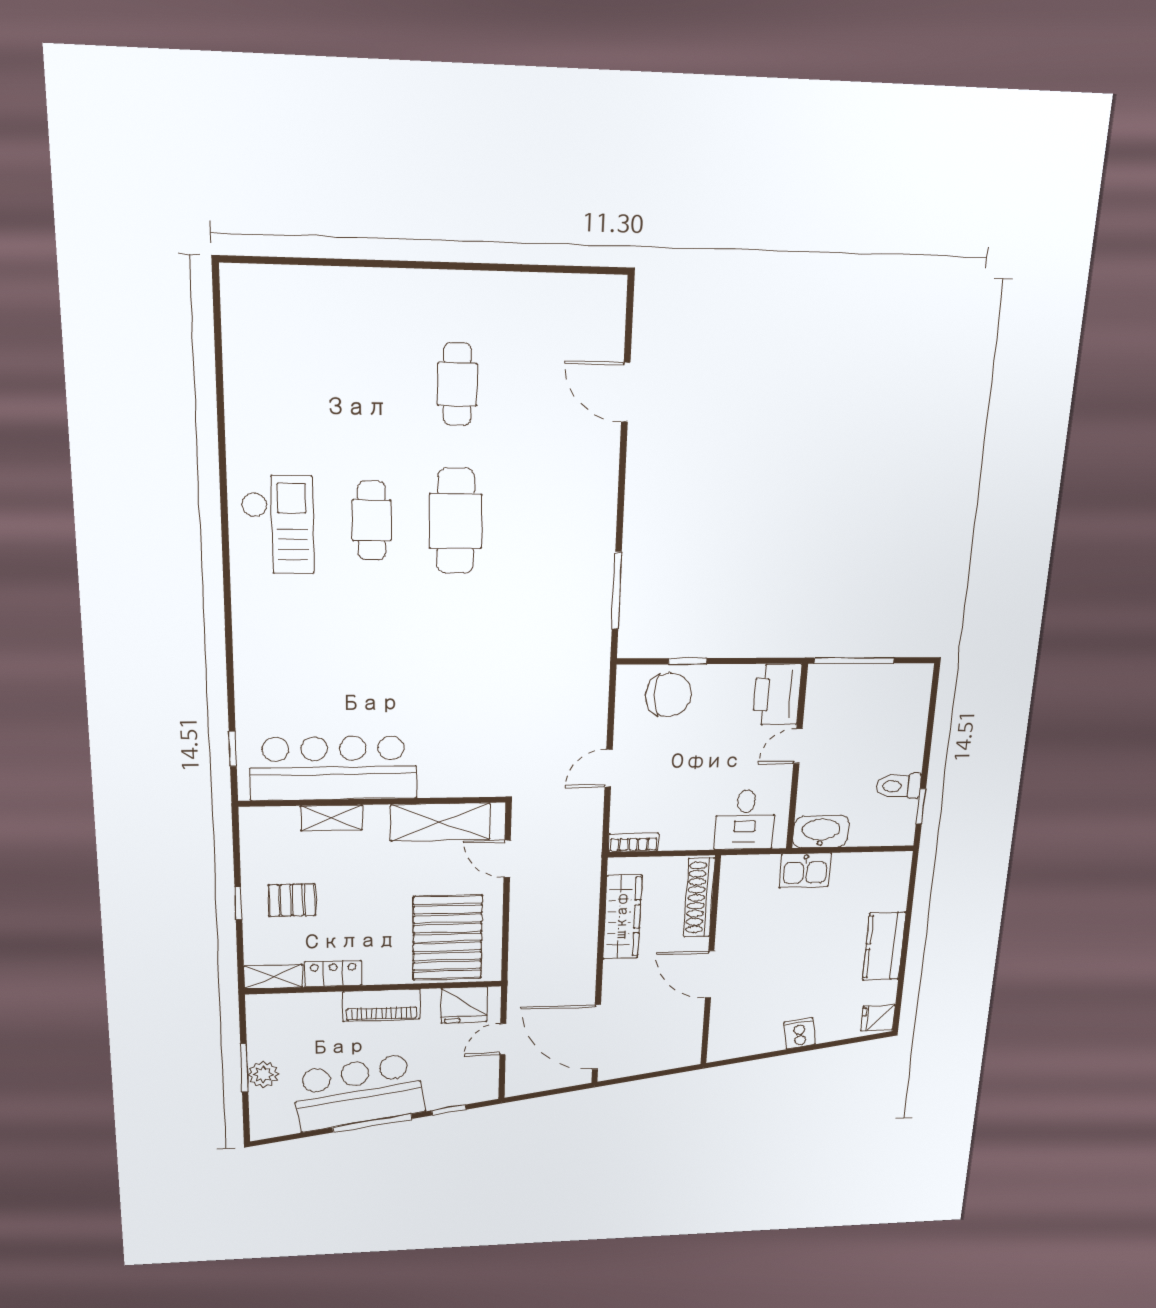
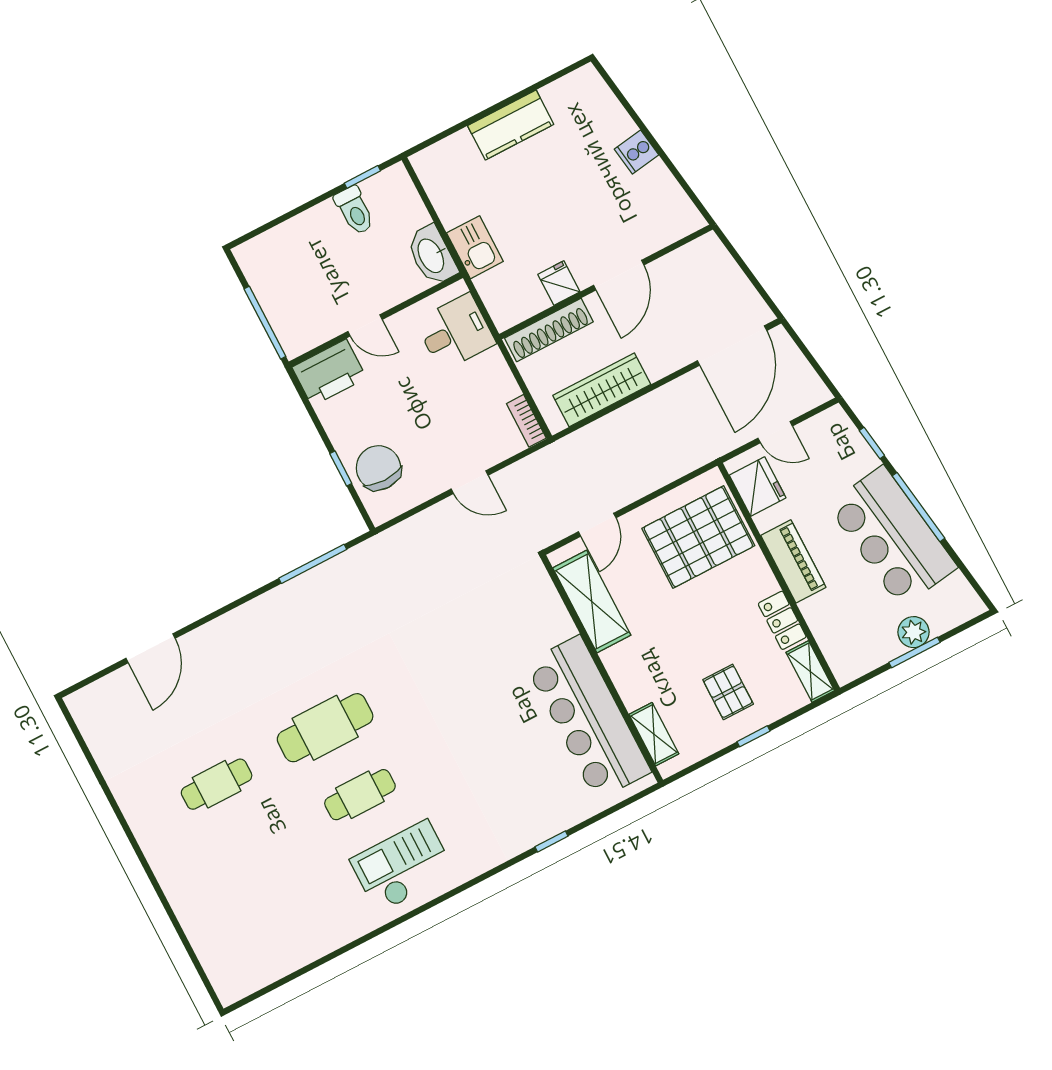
window: (233, 749) -> (551, 841), moved
shelving: (331, 818) -> (654, 734), moved
fridge: (878, 1018) -> (559, 283), moved, turned 180

